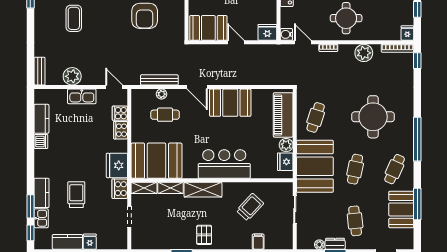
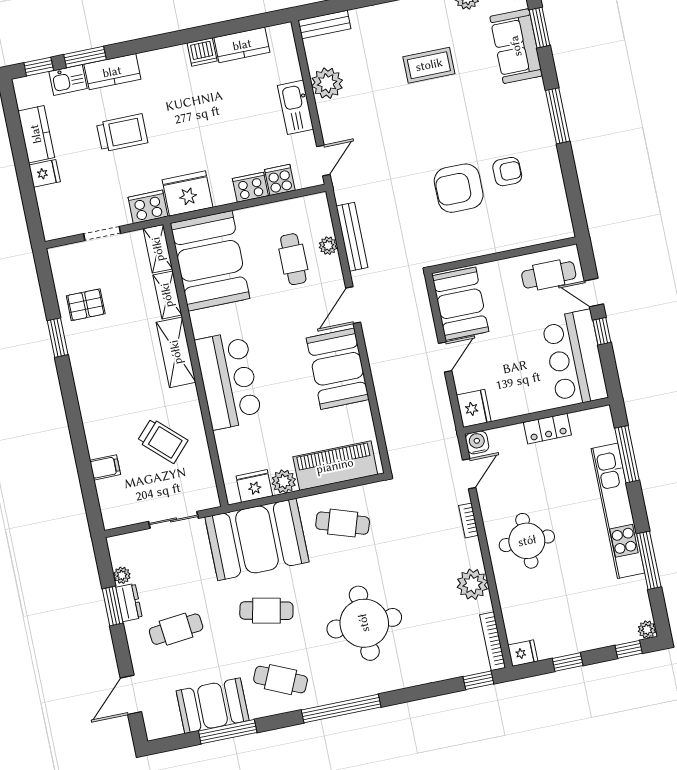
pallet: (204, 235) -> (86, 305), moved

